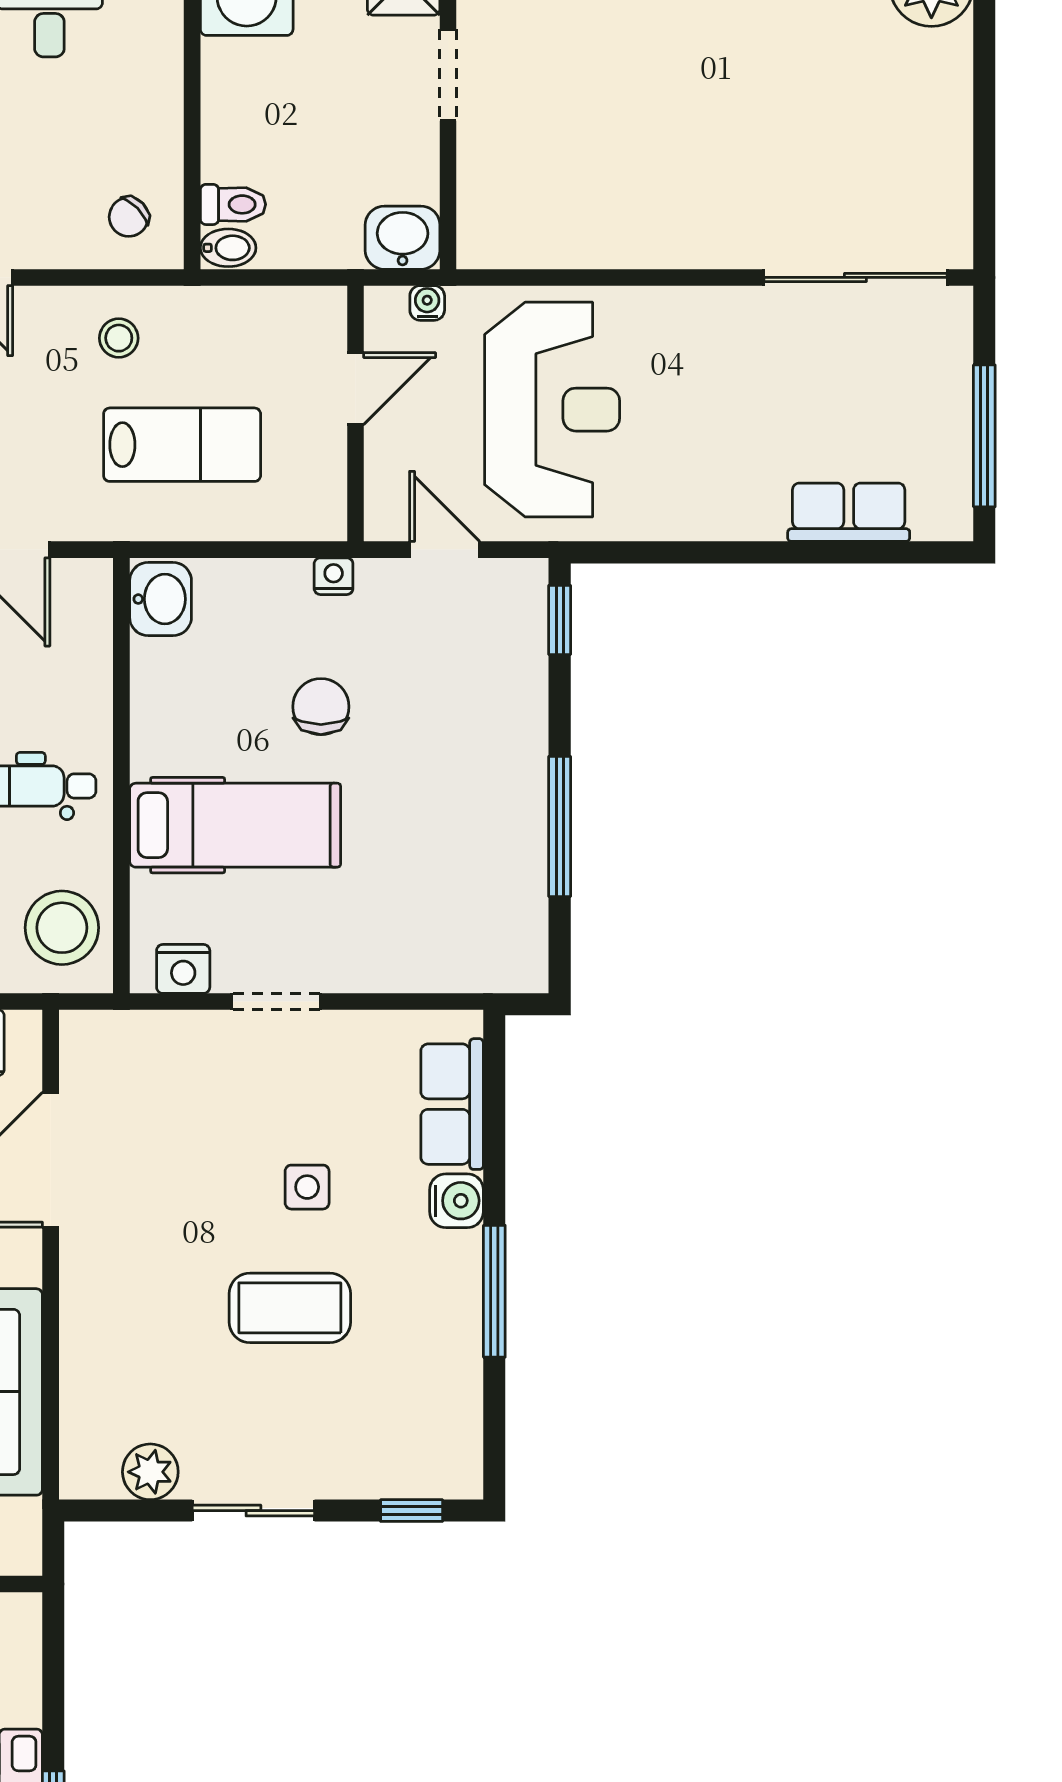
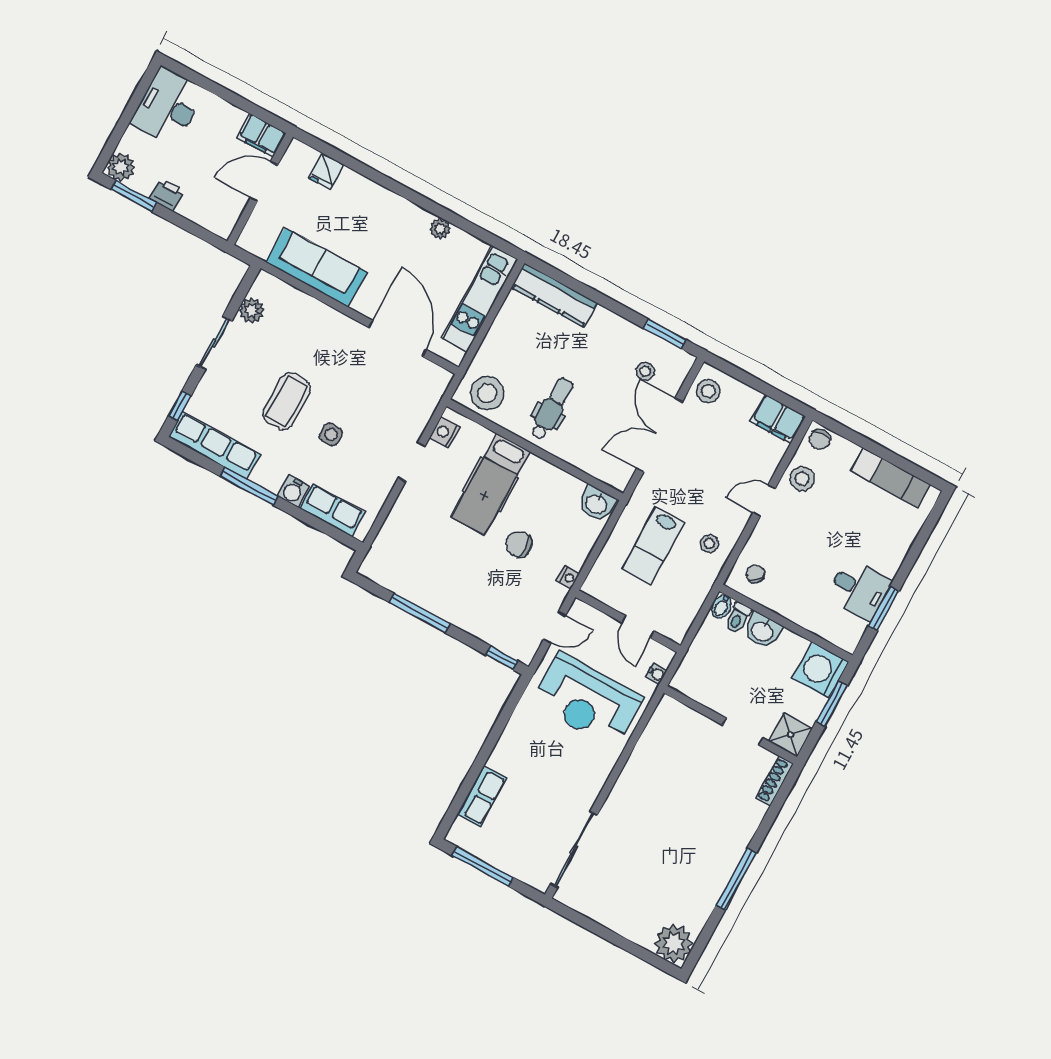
washbasin: (403, 238) -> (763, 631), moved, turned 90
chair: (321, 707) -> (519, 544), turned 180
row of seats: (452, 1402) -> (214, 445), added

